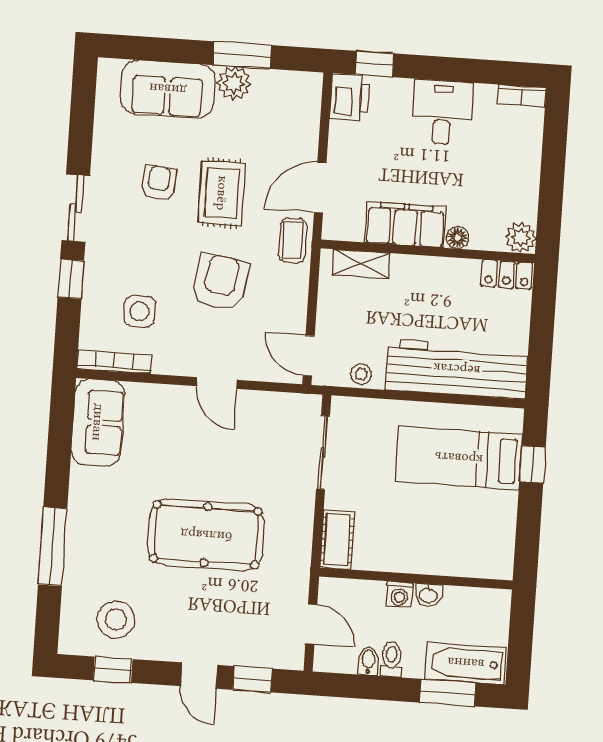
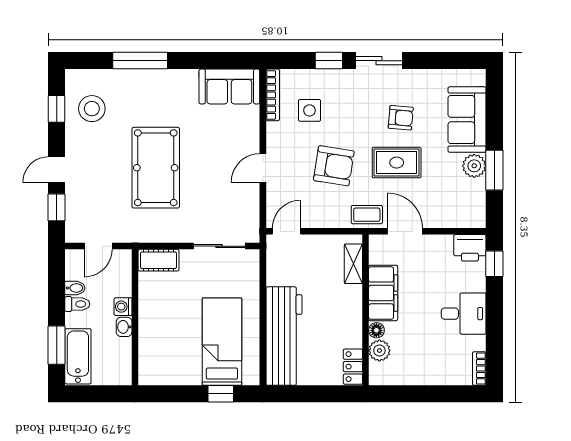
plant: (521, 238) -> (379, 350), moved
stool: (361, 374) -> (276, 269), removed

